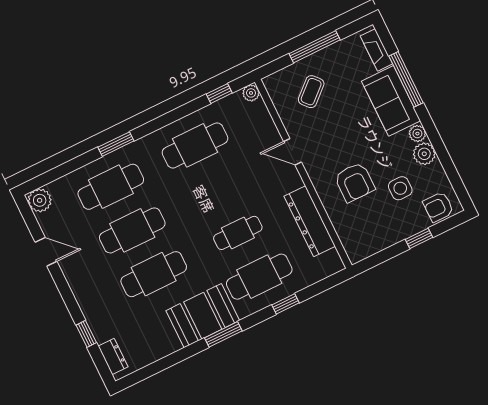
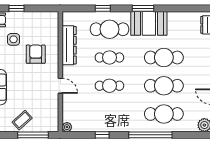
window: (315, 47) -> (33, 135), moved
coffee table: (311, 92) -> (22, 120), moved
window: (219, 93) -> (102, 135), moved
window: (116, 144) -> (150, 135), width x2.11
cafe table: (195, 145) -> (109, 86), moved, width x0.73, depth x0.74

